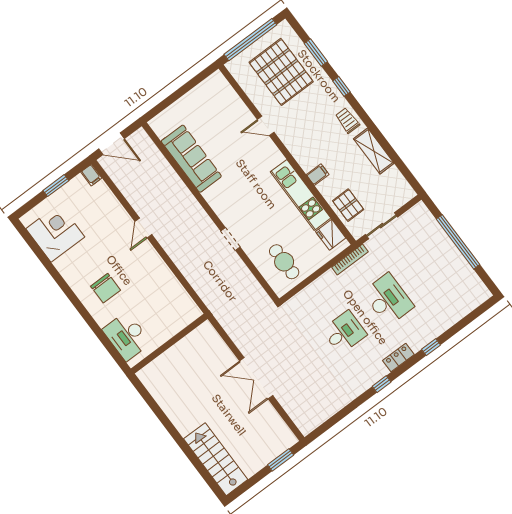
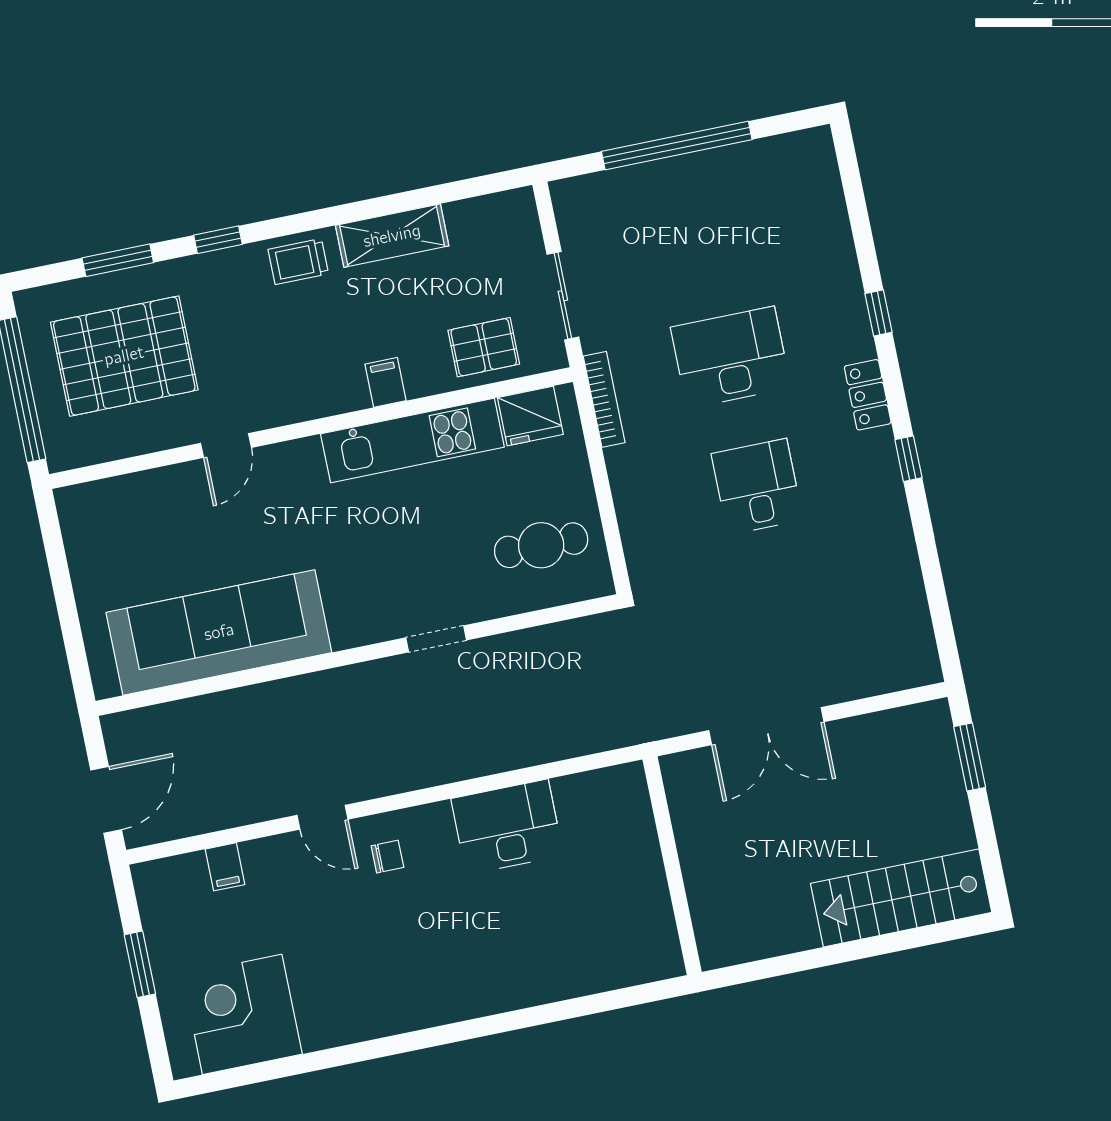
sofa: (191, 159) -> (219, 632), width x1.36, depth x1.27
filing cabinet: (91, 175) -> (225, 867), moved, turned 90
chair: (106, 288) -> (387, 857), moved, width x0.54, depth x0.54
desk: (127, 336) -> (507, 827), moved, turned 180
wall: (169, 344) -> (672, 866), moved

